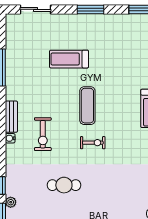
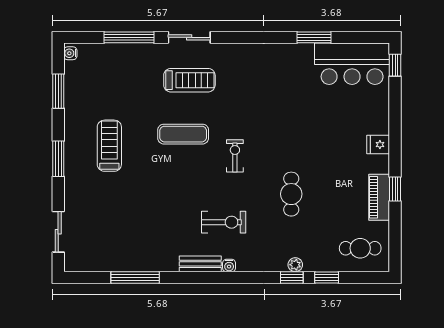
treadmill: (69, 59) -> (109, 146), moved, turned 180
exercise mat: (87, 106) -> (183, 134), moved
plant: (11, 202) -> (295, 265), moved

